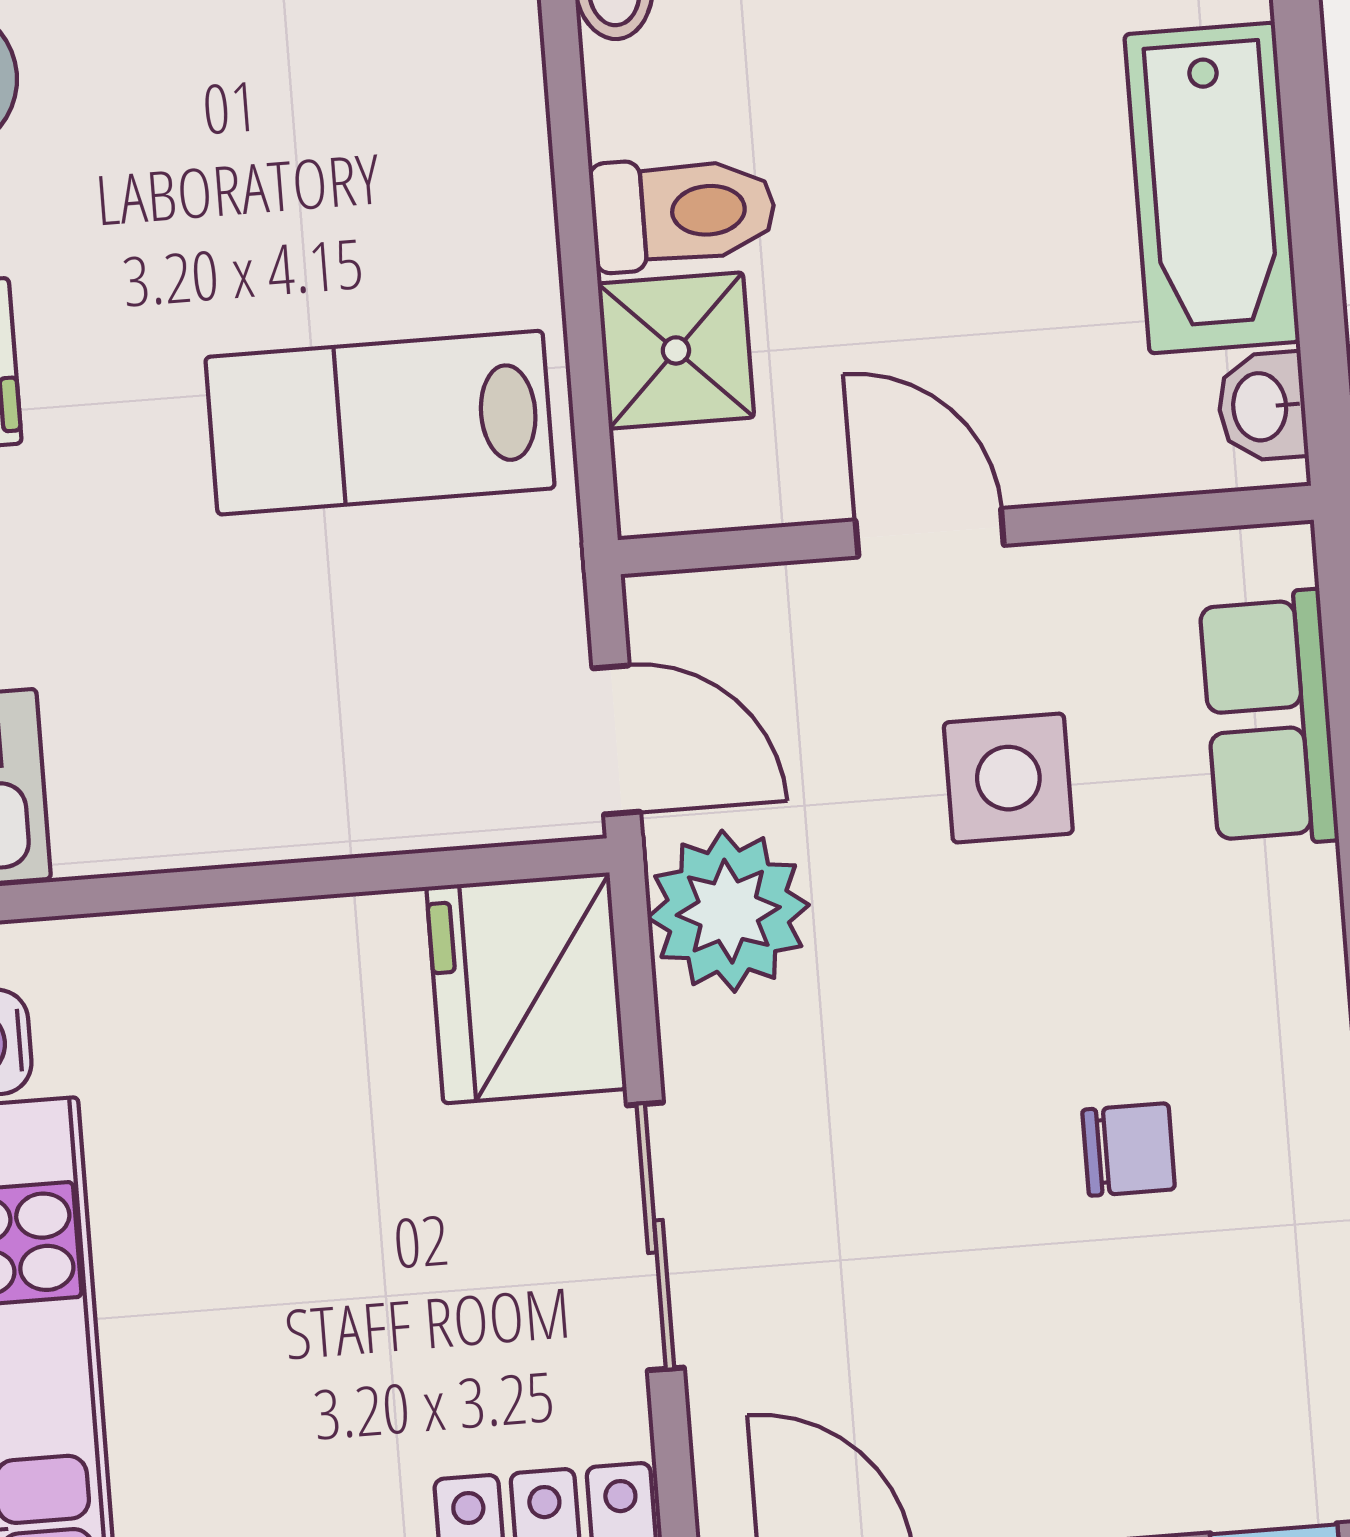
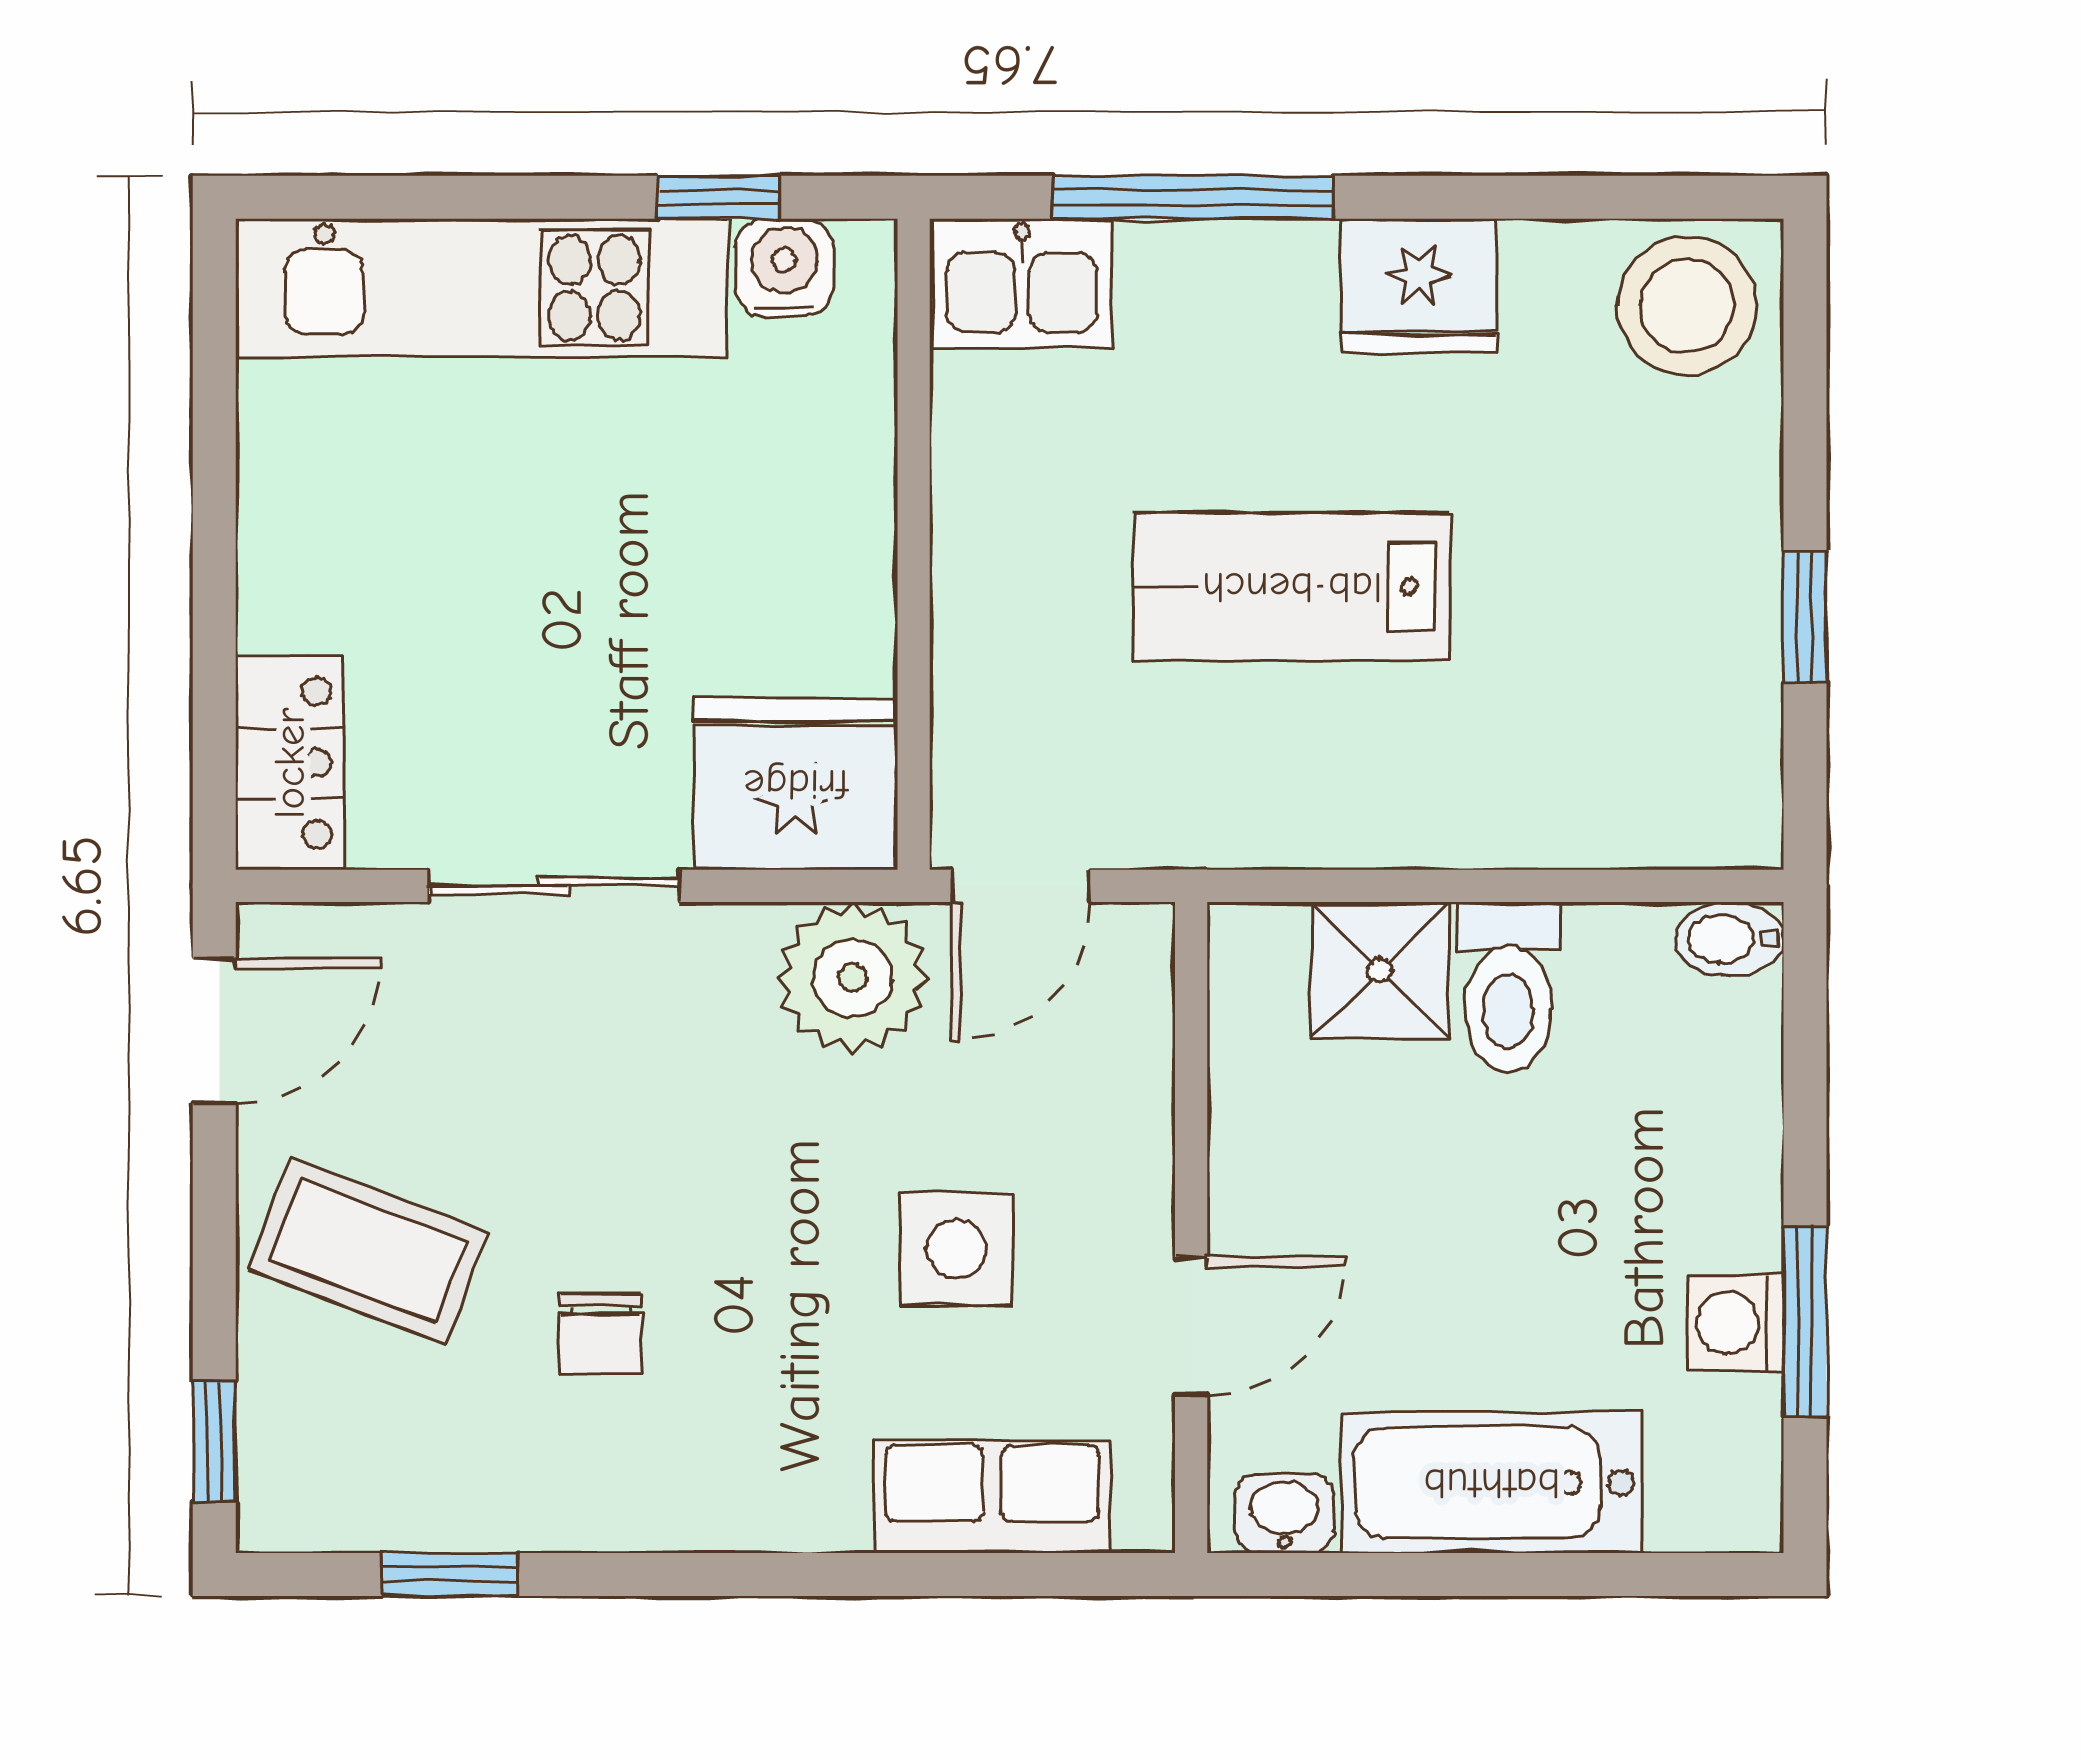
lab bench: (380, 423) -> (1292, 587), moved, turned -90
door: (930, 533) -> (1191, 1326), moved
coffee table: (1060, 1404) -> (368, 1251), added

